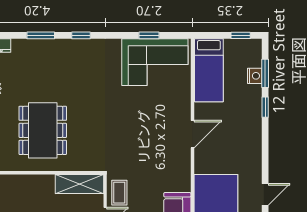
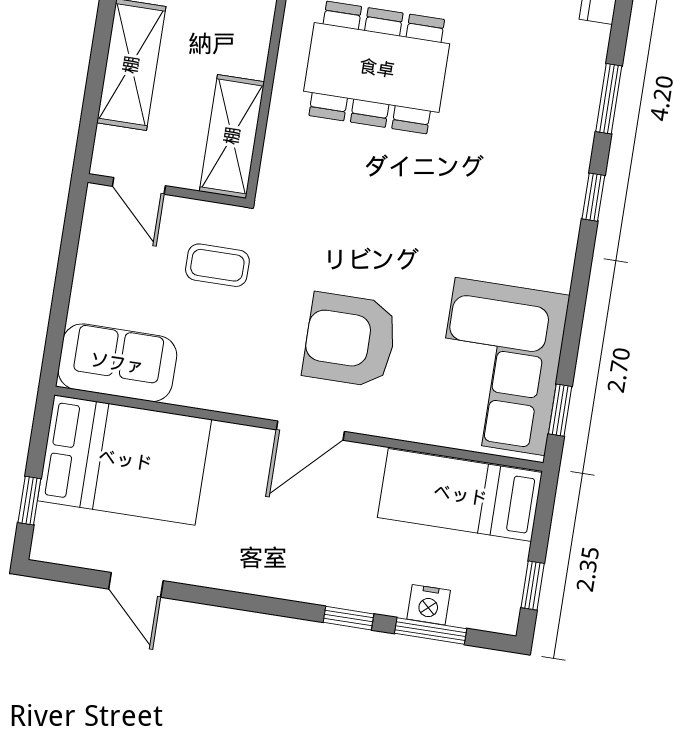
window: (149, 35) -> (560, 410), moved
armchair: (154, 124) -> (350, 340), added
door: (192, 134) -> (310, 431), hinge flipped
coffee table: (119, 193) -> (217, 265), moved

